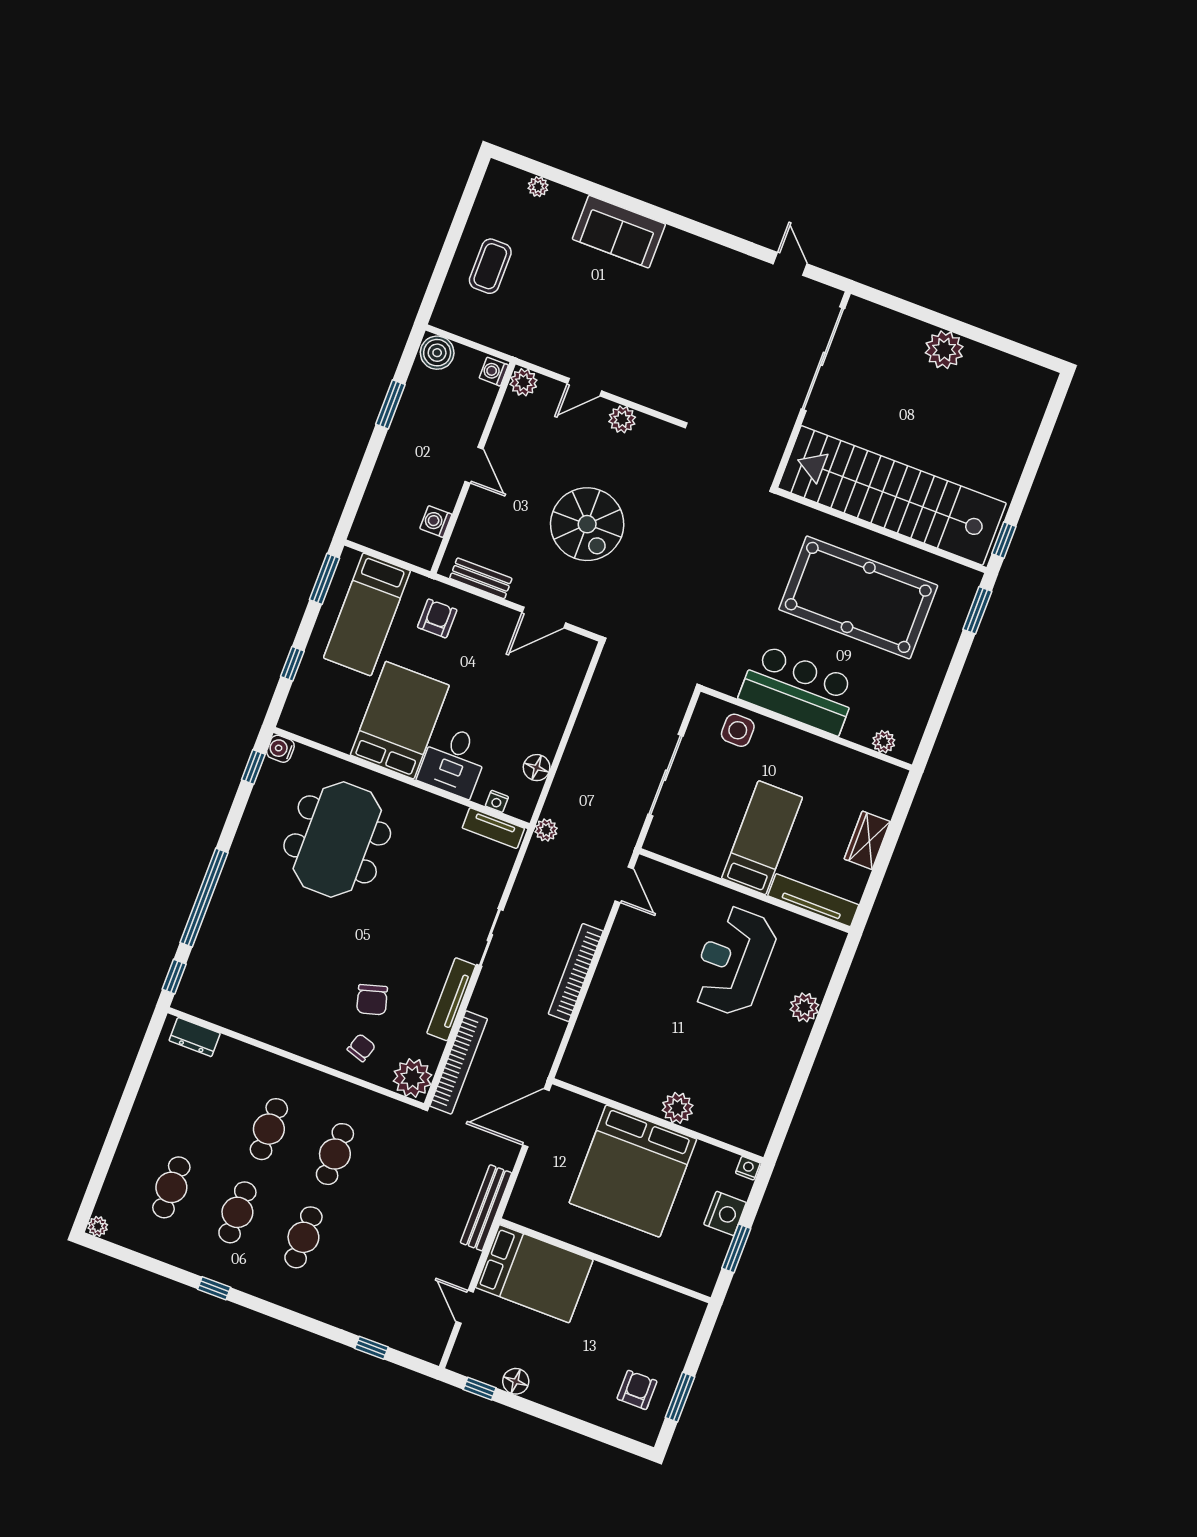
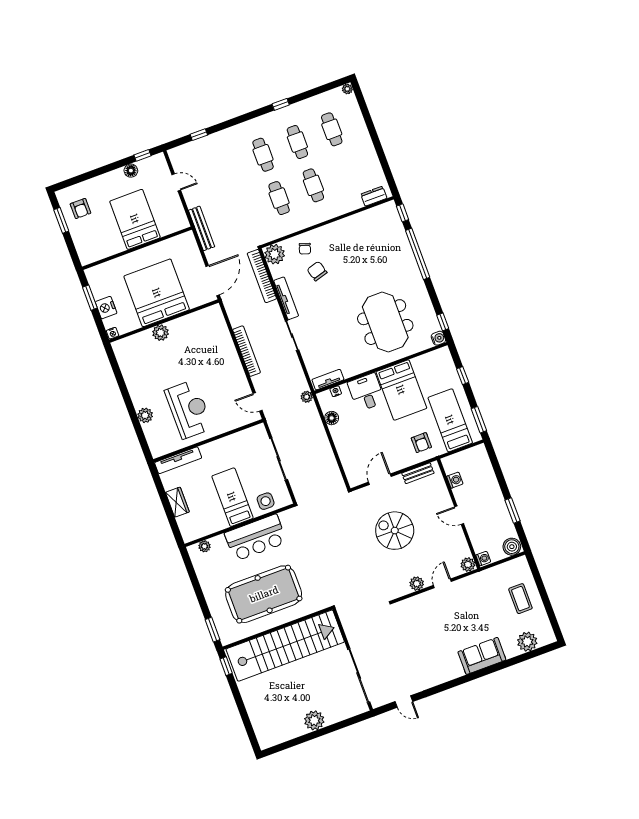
plant: (538, 187) -> (527, 642), width x1.88, depth x1.88
bed: (762, 838) -> (232, 497), moved, turned 180
bed: (534, 1274) -> (135, 219), moved, turned 90

